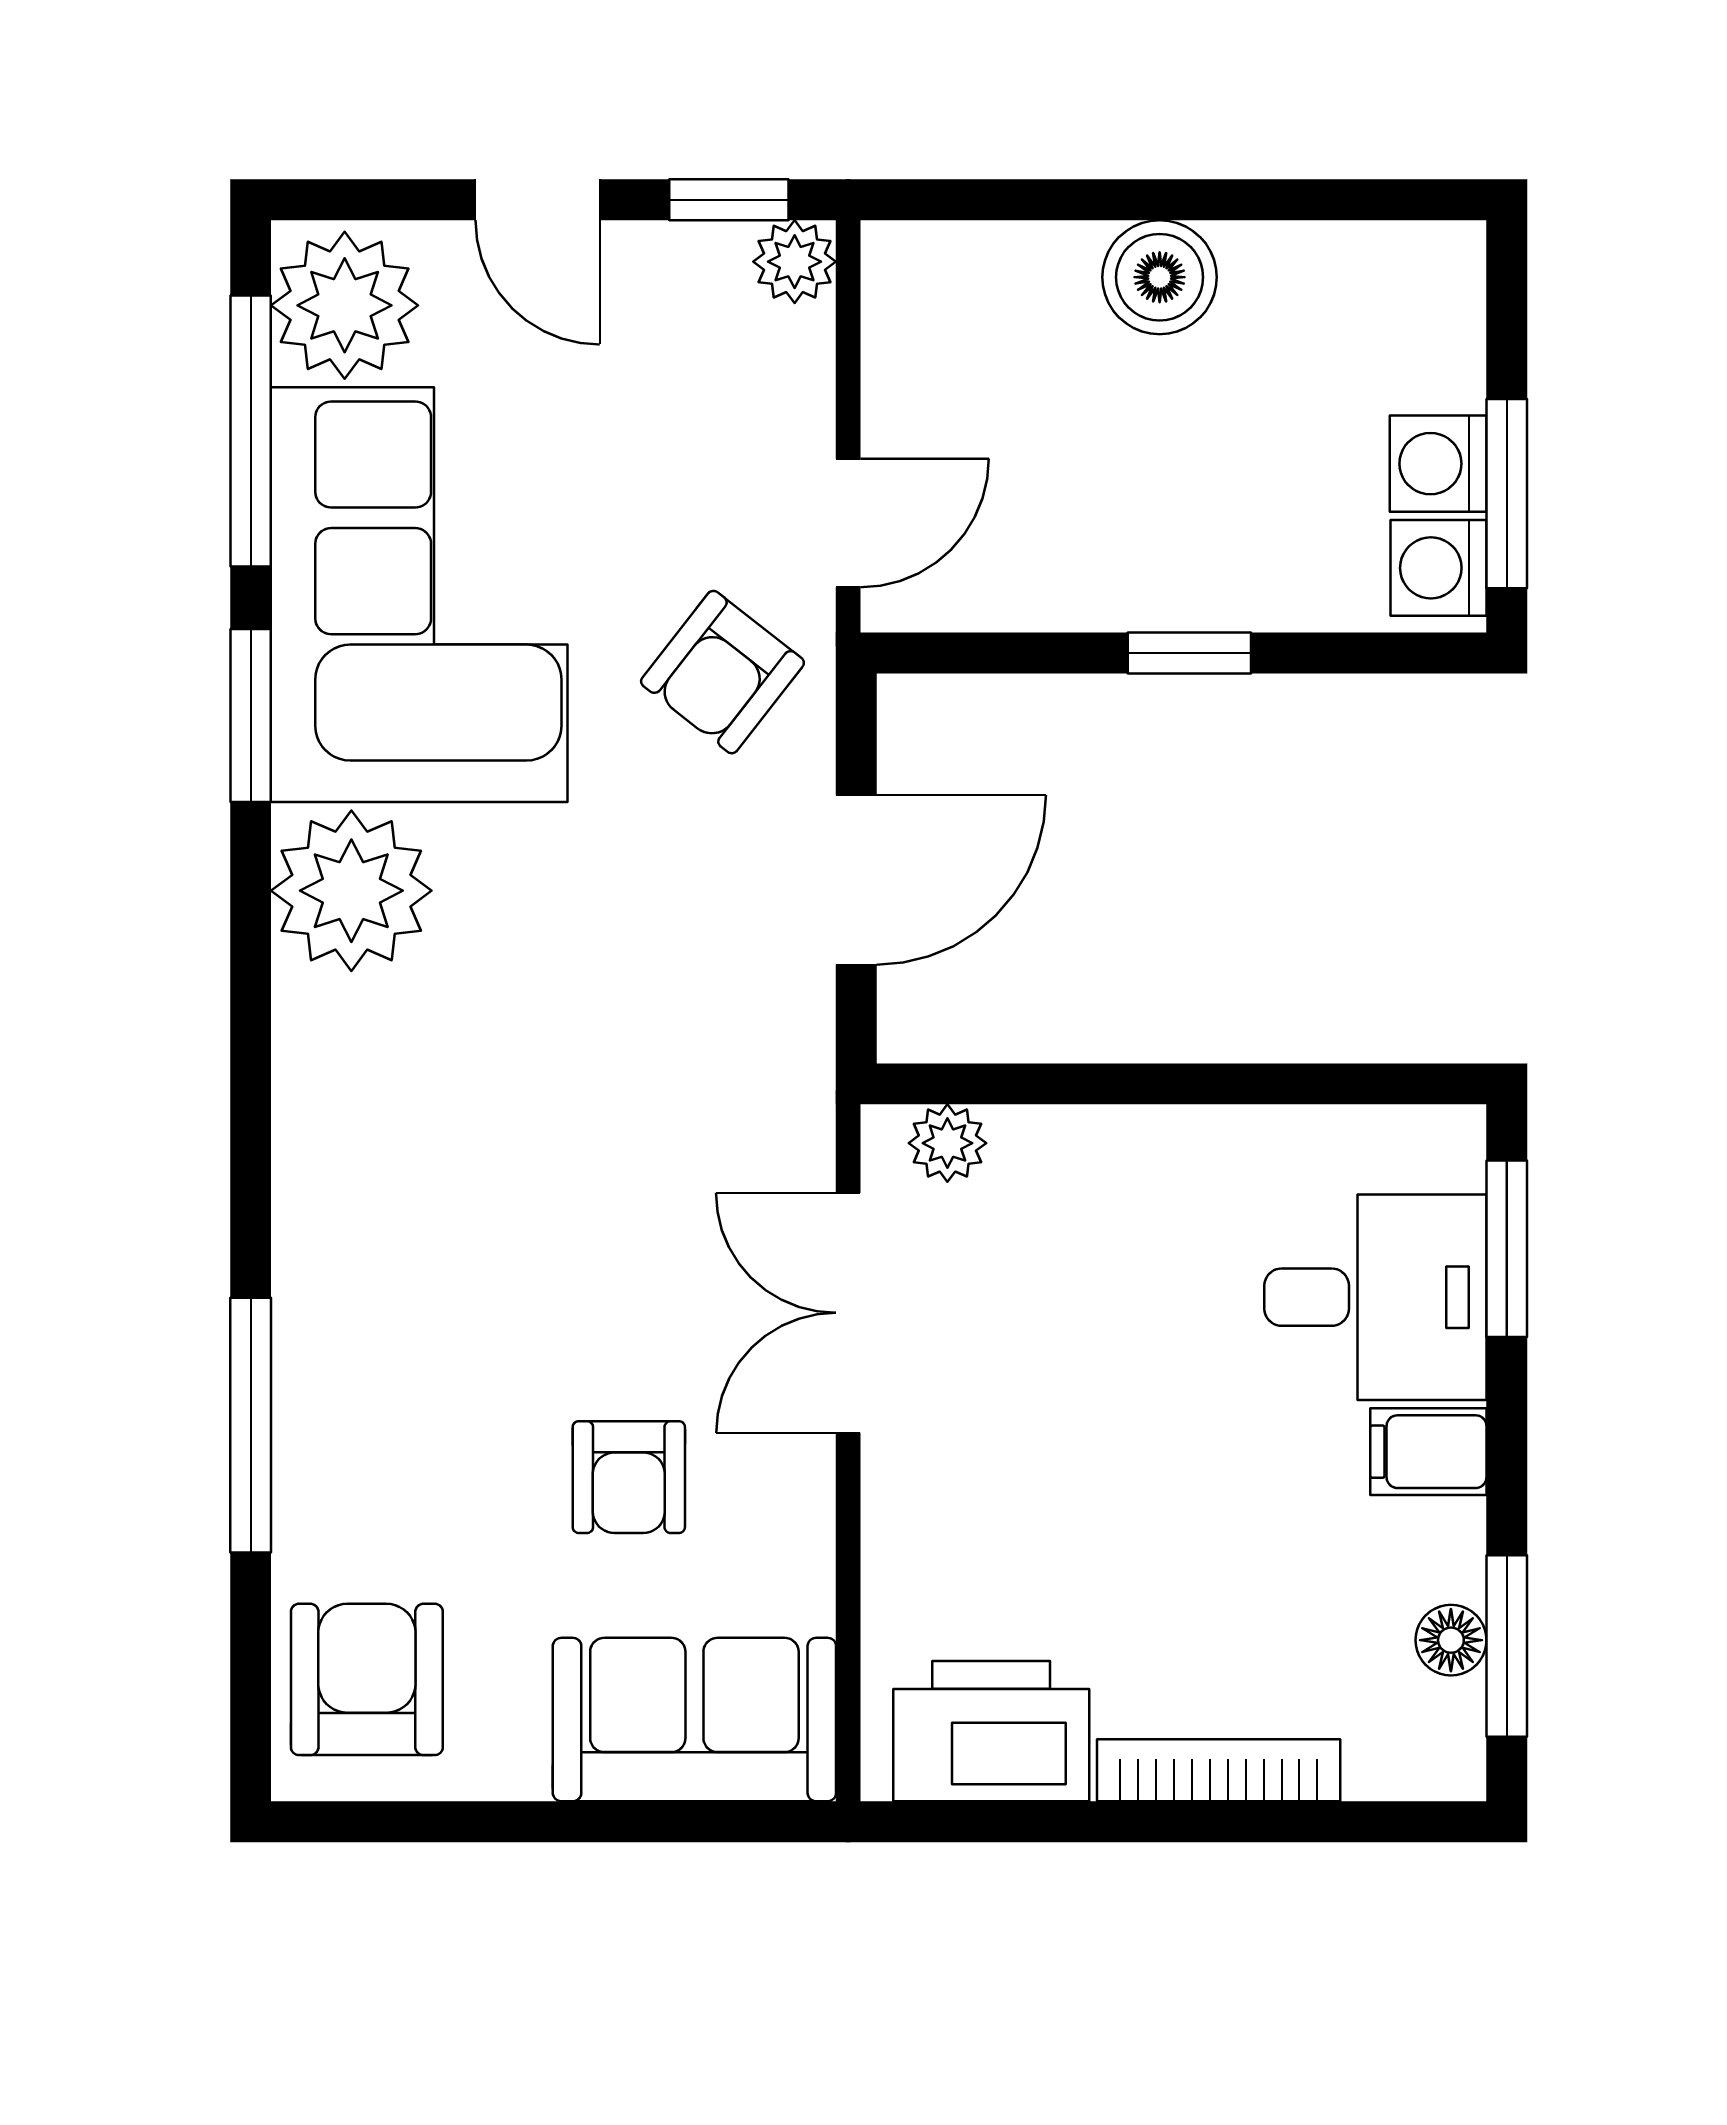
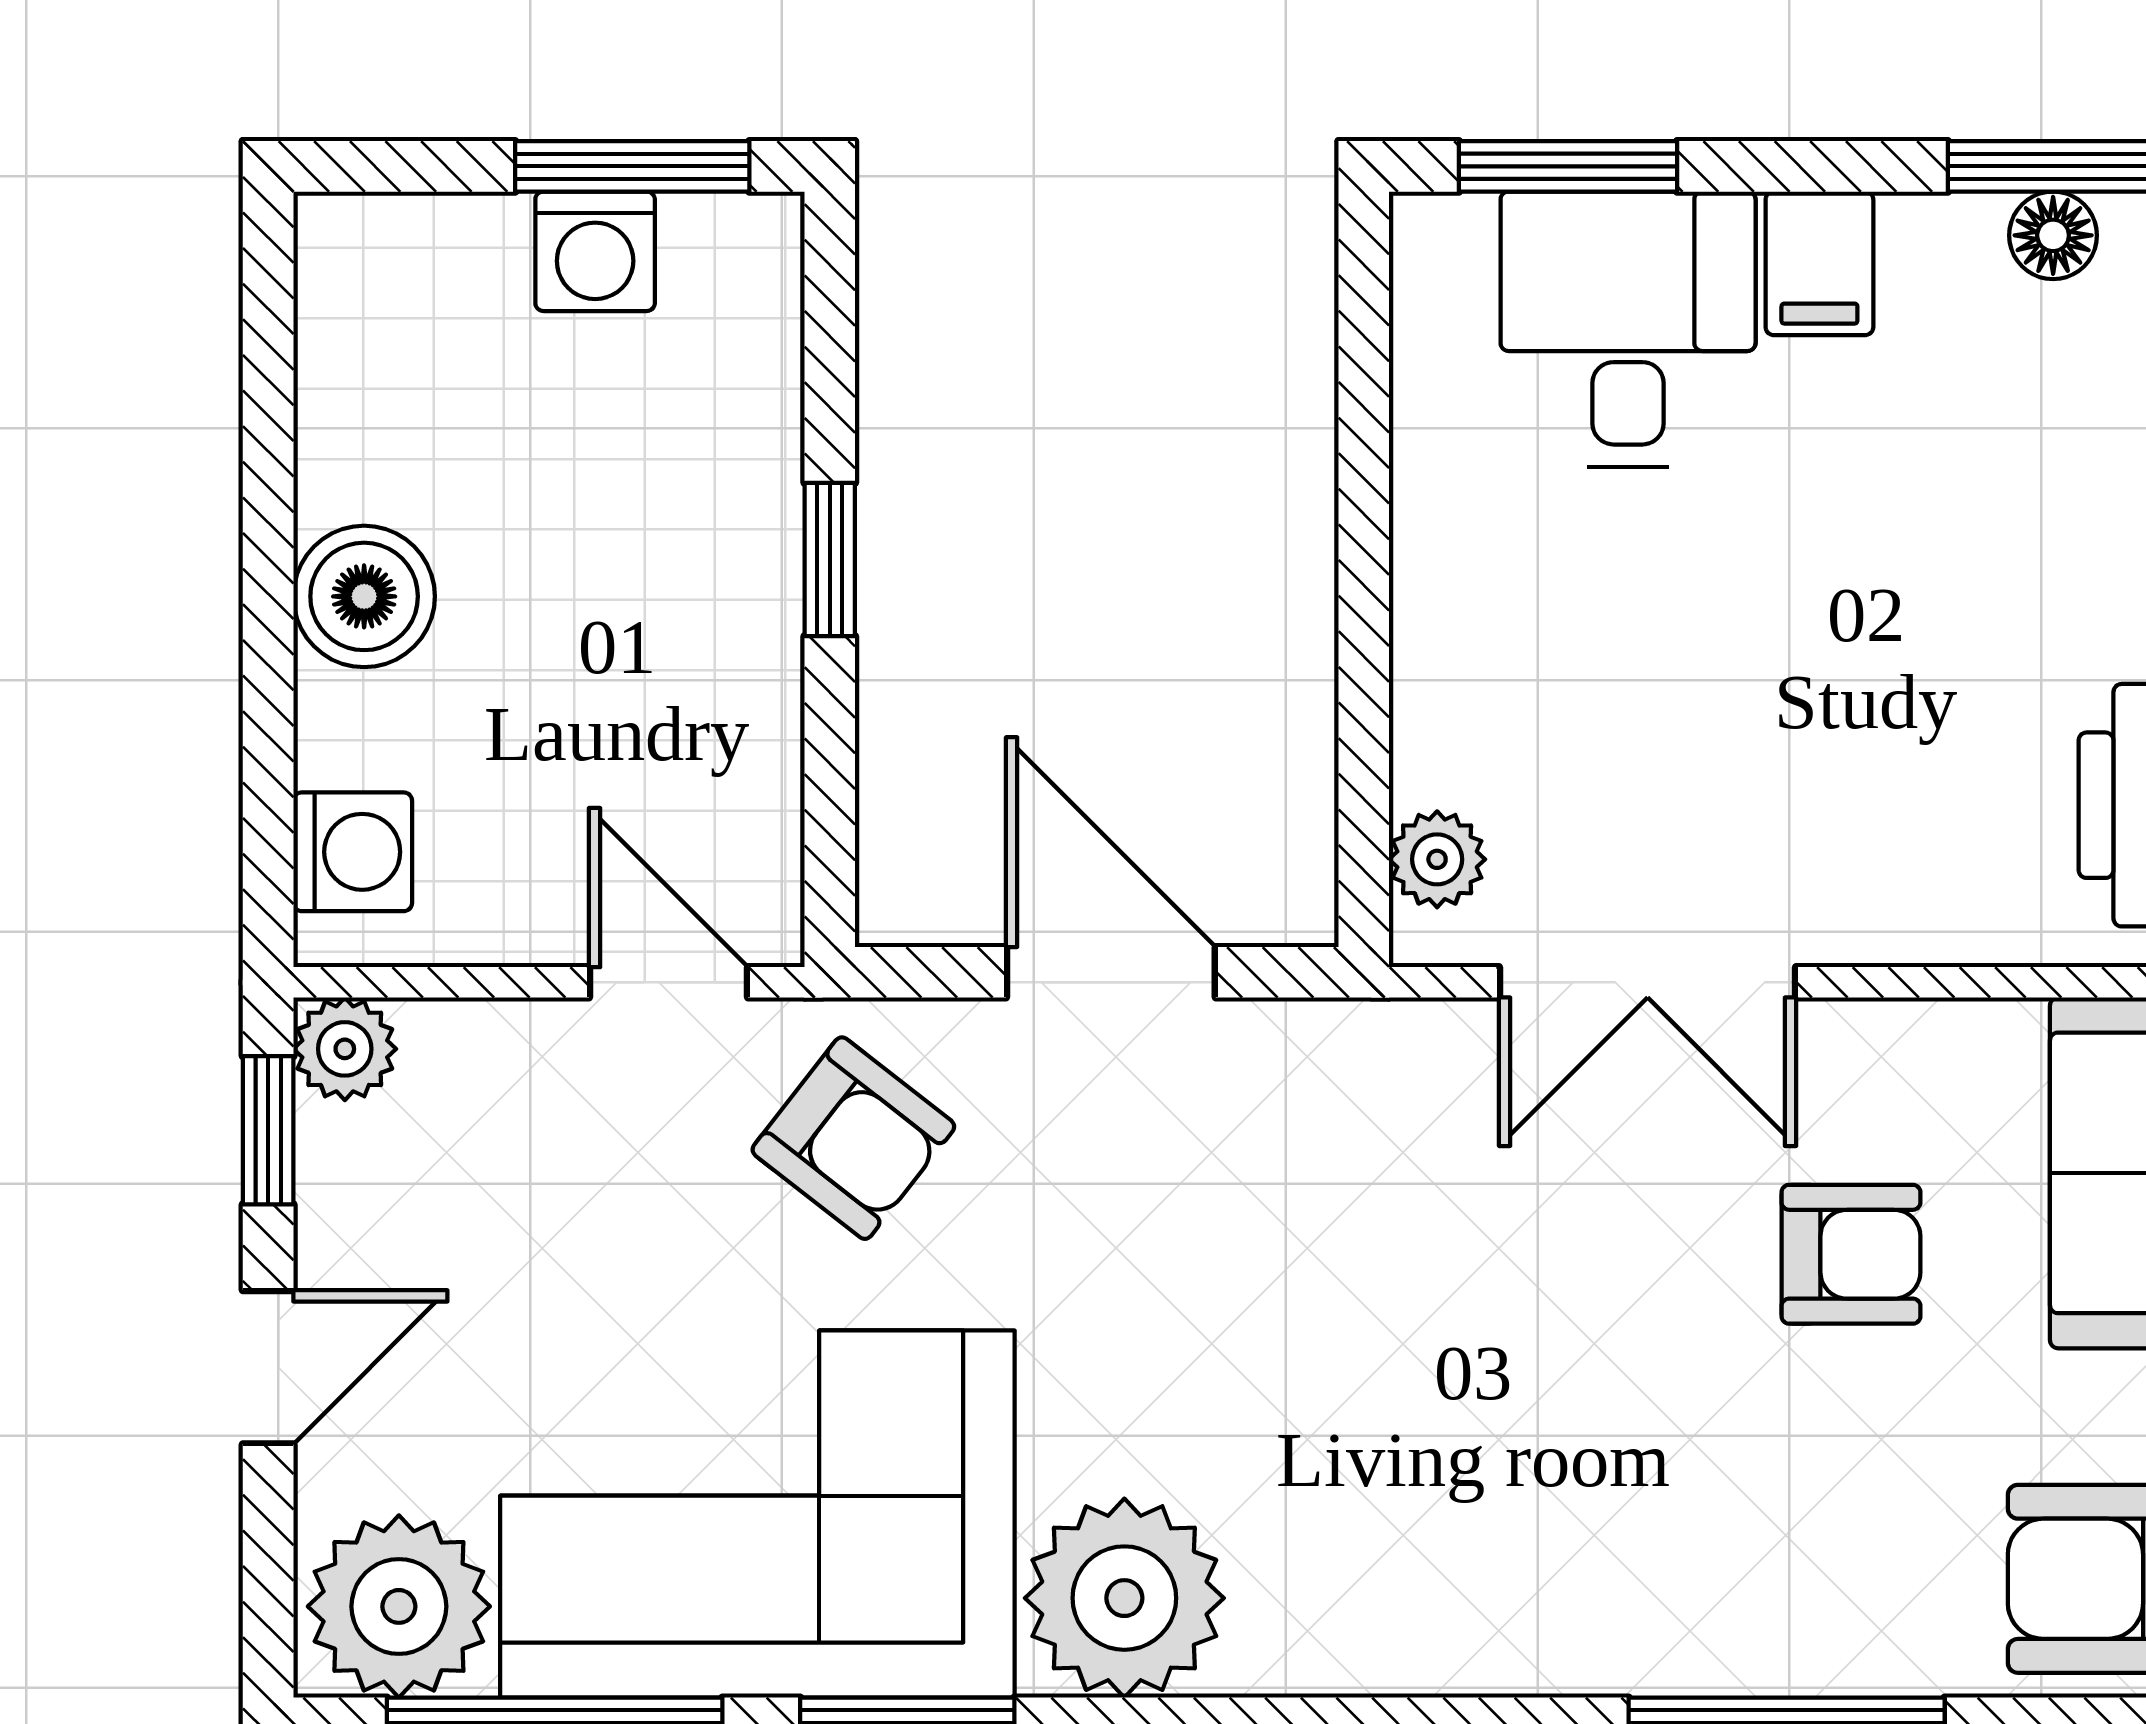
washing machine: (1438, 568) -> (353, 852), moved, turned -90

